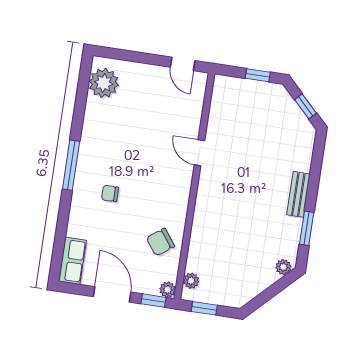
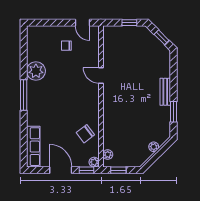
plant: (104, 83) -> (36, 71), moved
chair: (110, 193) -> (66, 46), moved
row of seats: (72, 261) -> (33, 147), width x1.48
plant: (283, 267) -> (154, 147), moved

